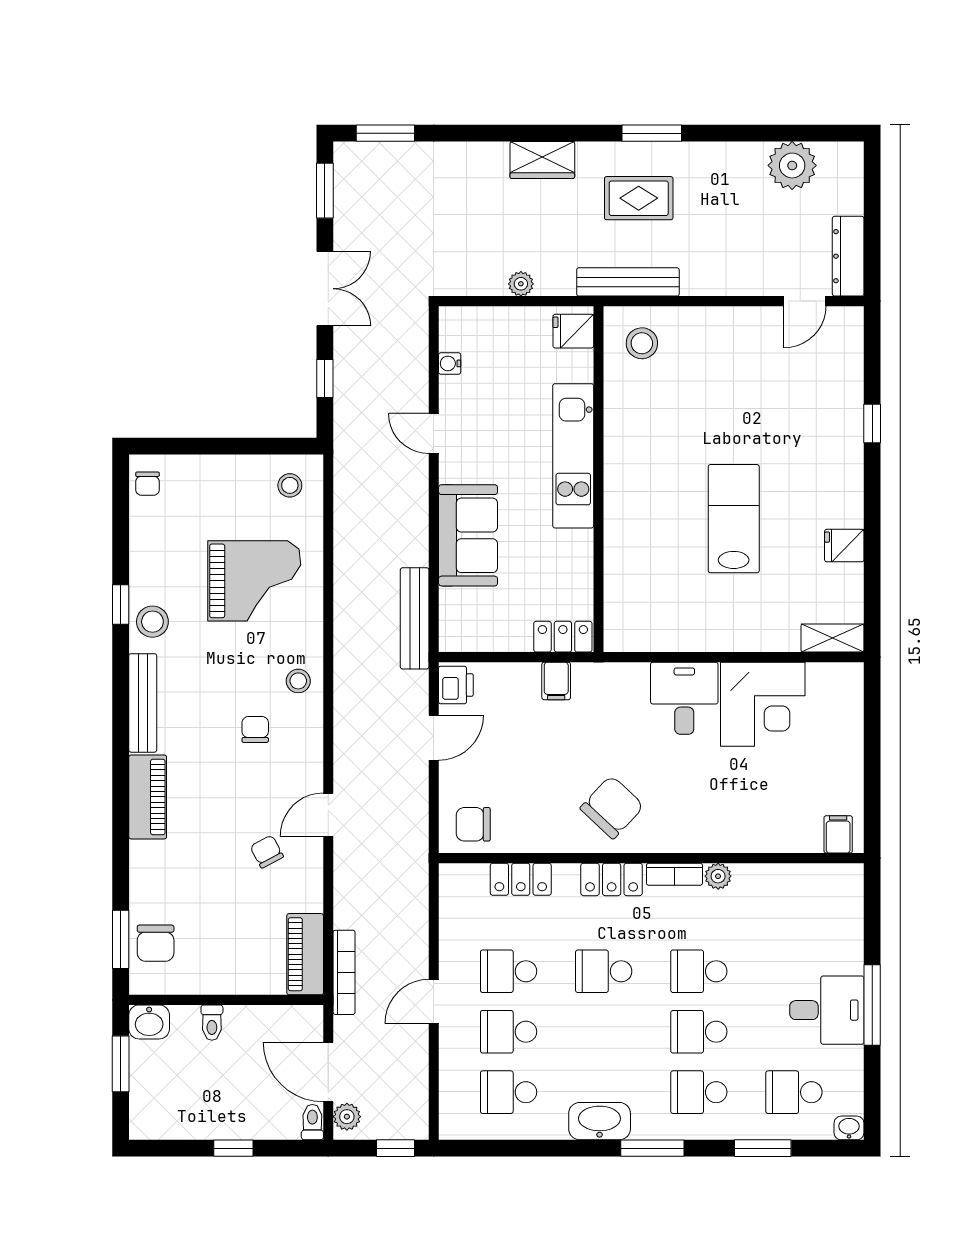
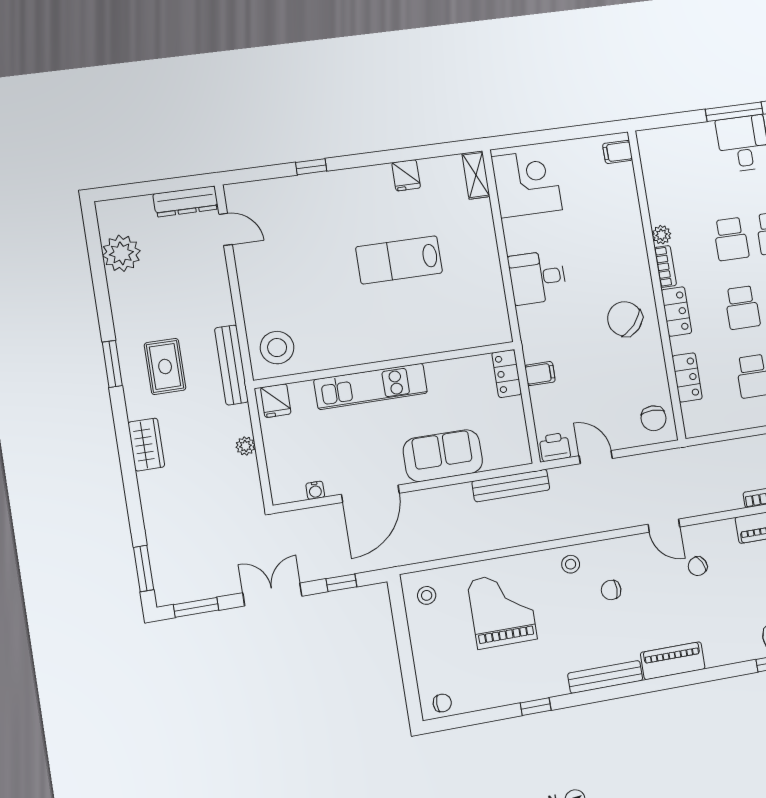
stool: (642, 343) -> (277, 348), width x1.38, depth x1.38
door: (434, 434) -> (370, 494), width x1.88
stool: (152, 622) -> (544, 680), removed
corner desk: (763, 704) -> (527, 183), moved

